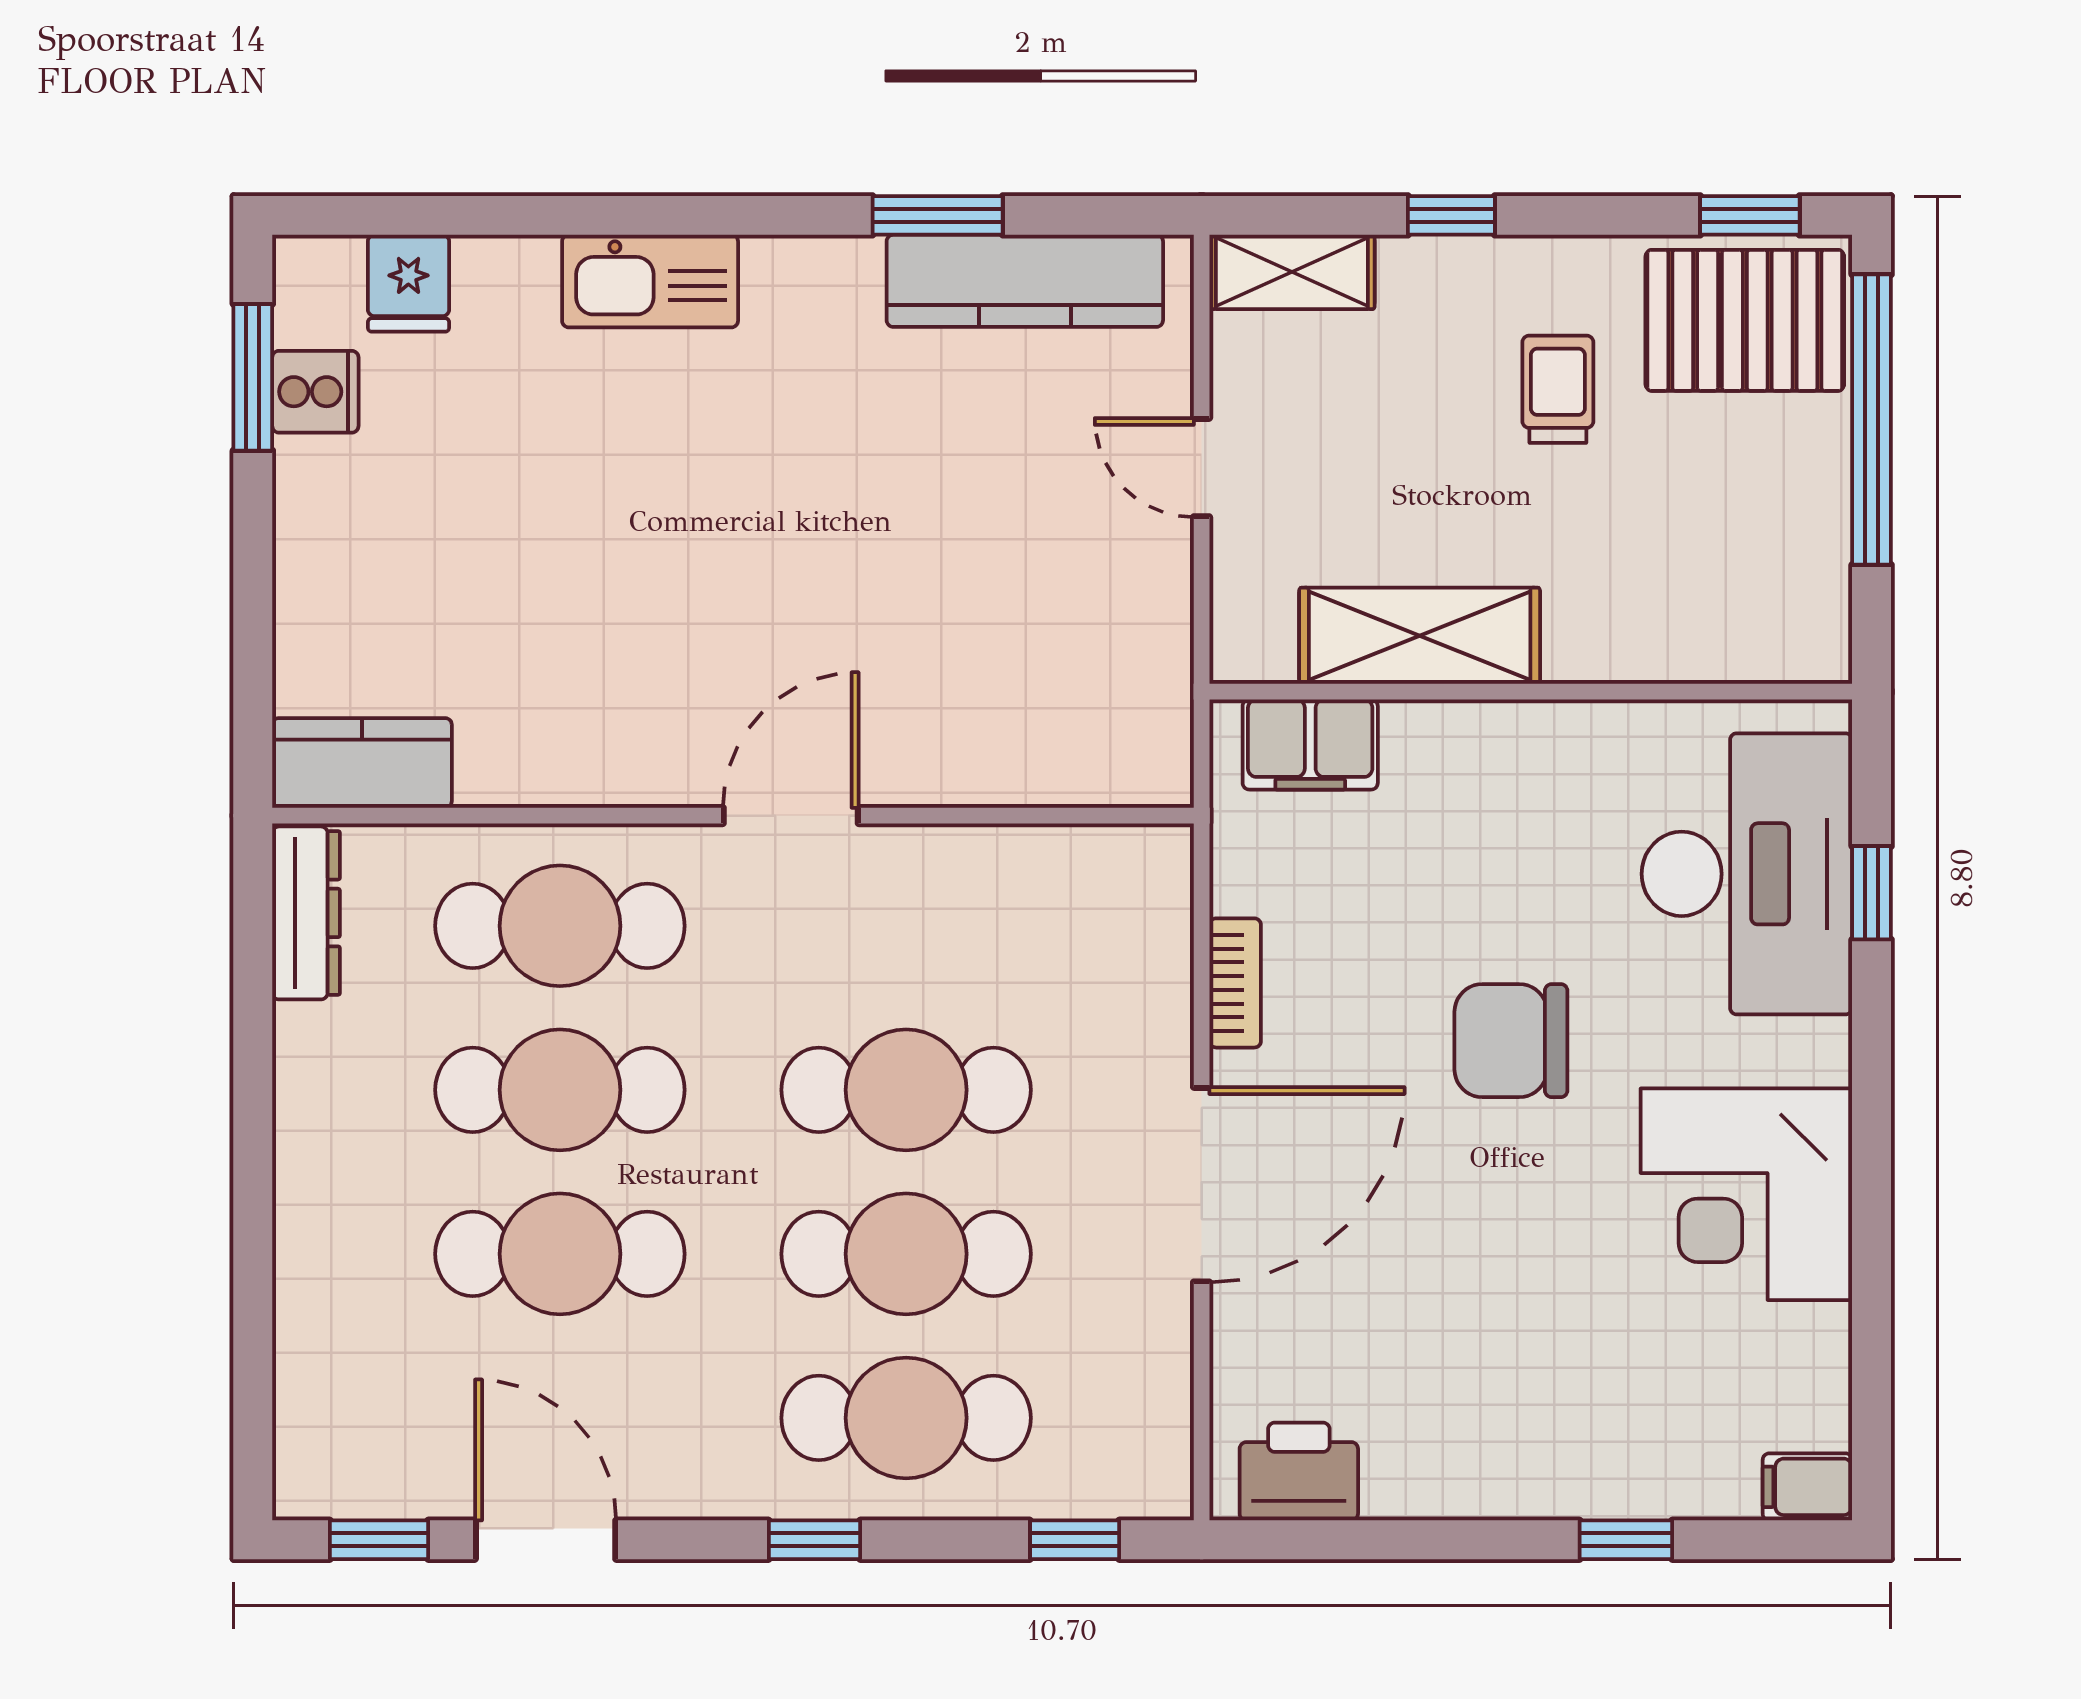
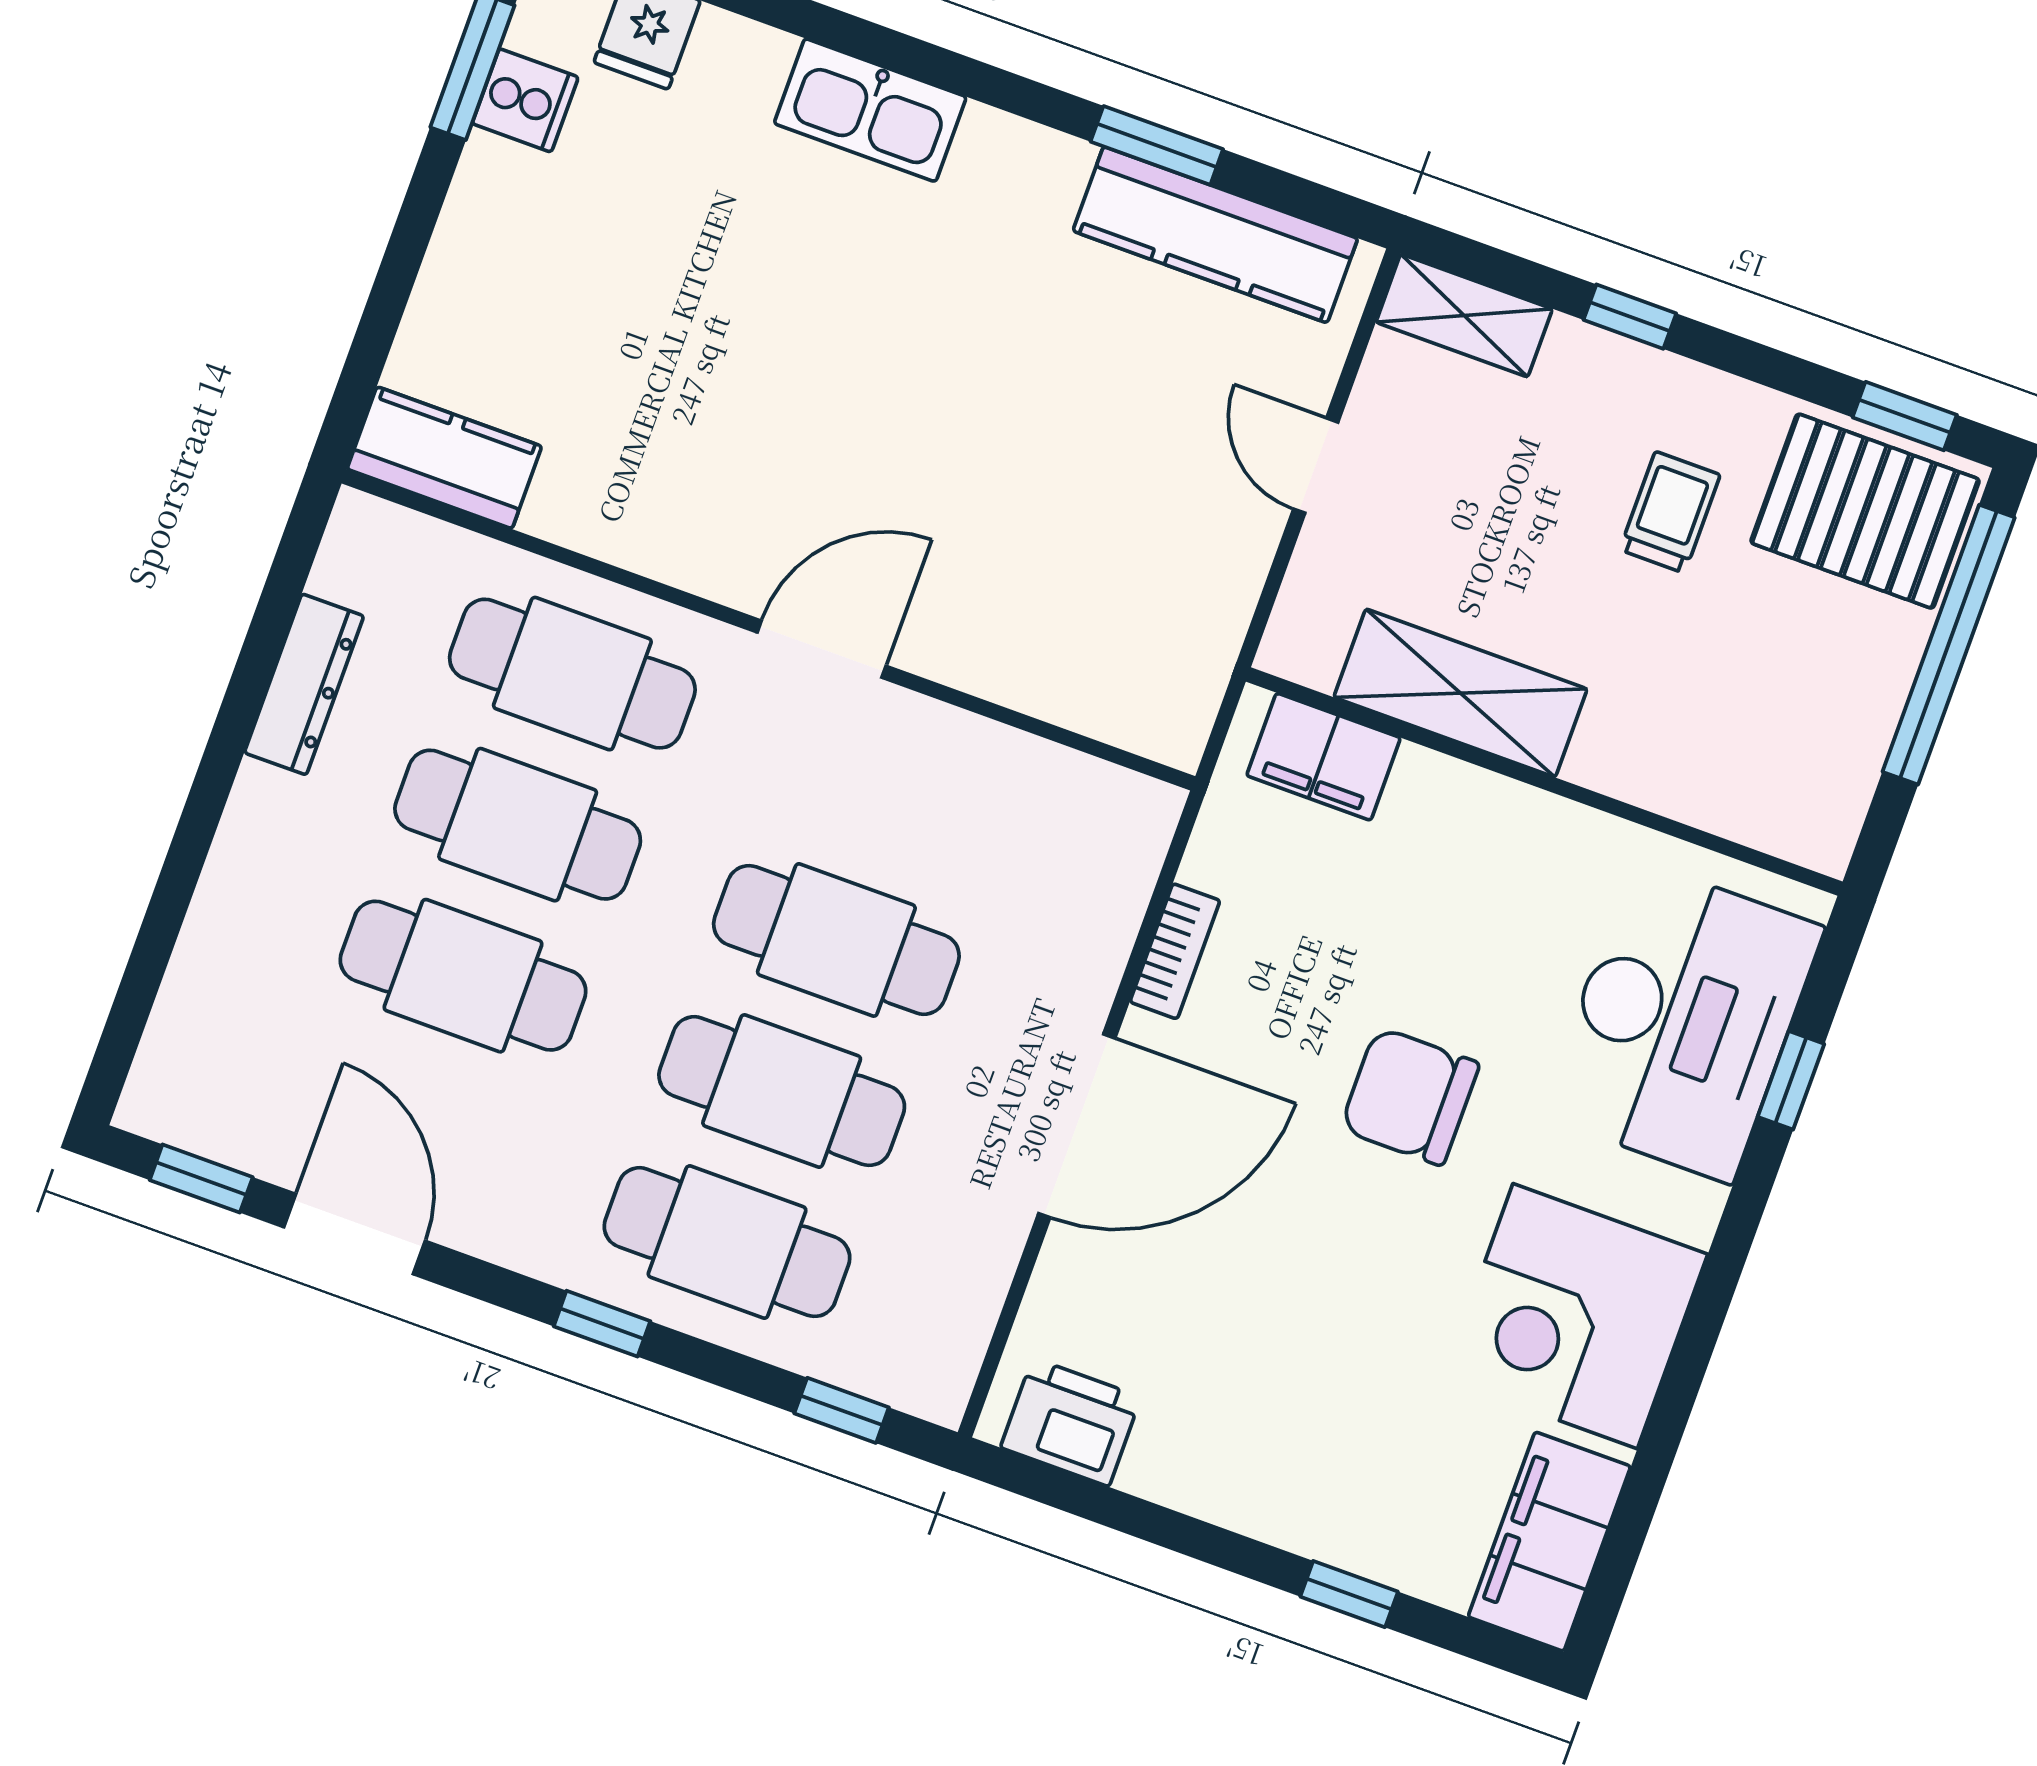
dresser: (306, 913) -> (304, 684), moved
filing cabinet: (1807, 1487) -> (1549, 1542), width x3.00, depth x1.17

